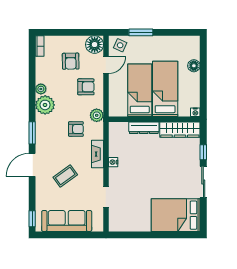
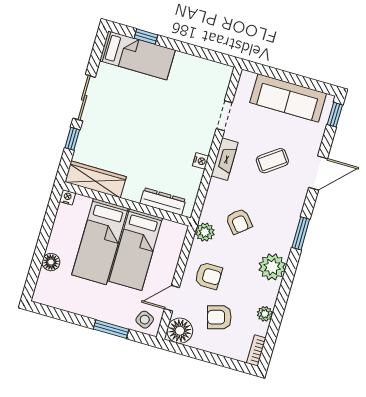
armchair: (71, 61) -> (219, 317), turned -105
armchair: (86, 87) -> (208, 276), turned 180
plant: (41, 89) -> (265, 314), moved
dresser: (144, 128) -> (163, 201), moved
armchair: (76, 129) -> (239, 221), turned -130
fireplace: (97, 154) -> (225, 159), moved
door: (32, 165) -> (318, 173), moved
bed: (176, 215) -> (137, 55), width x0.67
window: (174, 235) -> (146, 37), added

